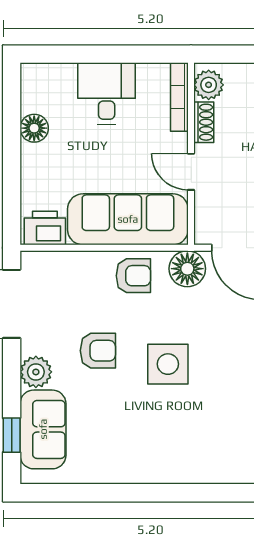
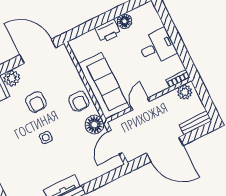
bookcase: (179, 97) -> (178, 79), width x0.64
shoe rack: (204, 122) -> (166, 98), removed
printer: (45, 228) -> (108, 31), moved, turned 90
side table: (168, 364) -> (46, 138), width x0.54, depth x0.54

